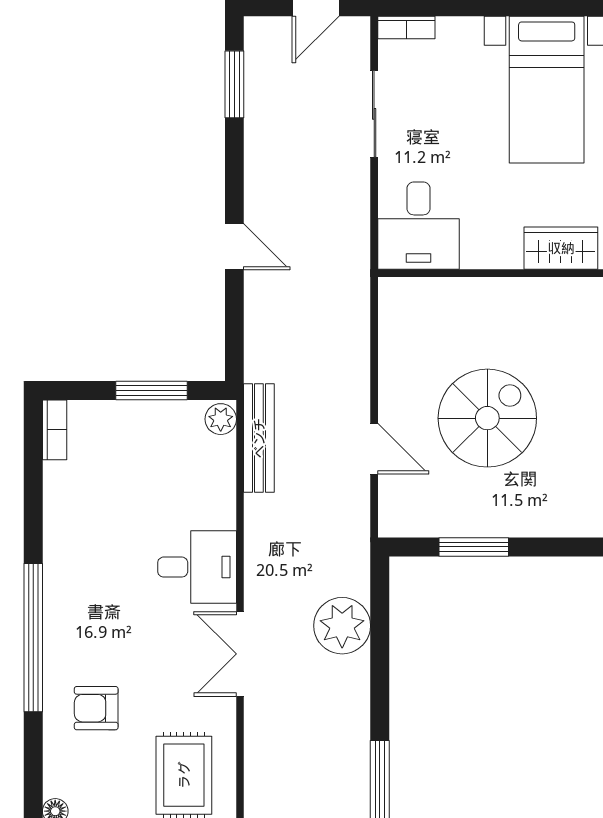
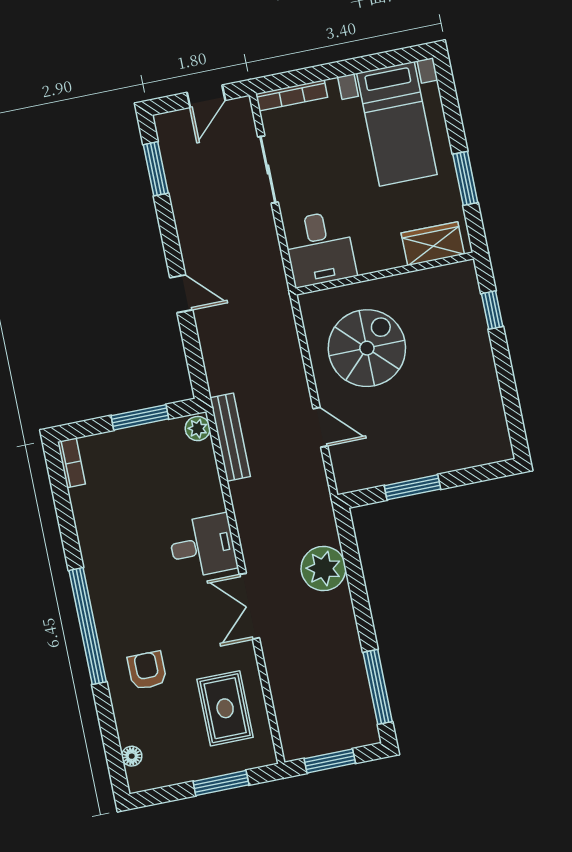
bookcase: (406, 27) -> (292, 95), width x1.56
spiral stairs: (487, 418) -> (367, 348), moved
armchair: (96, 708) -> (147, 670), turned 90

